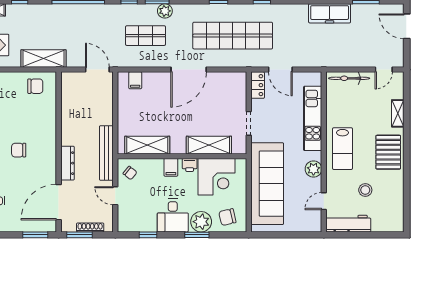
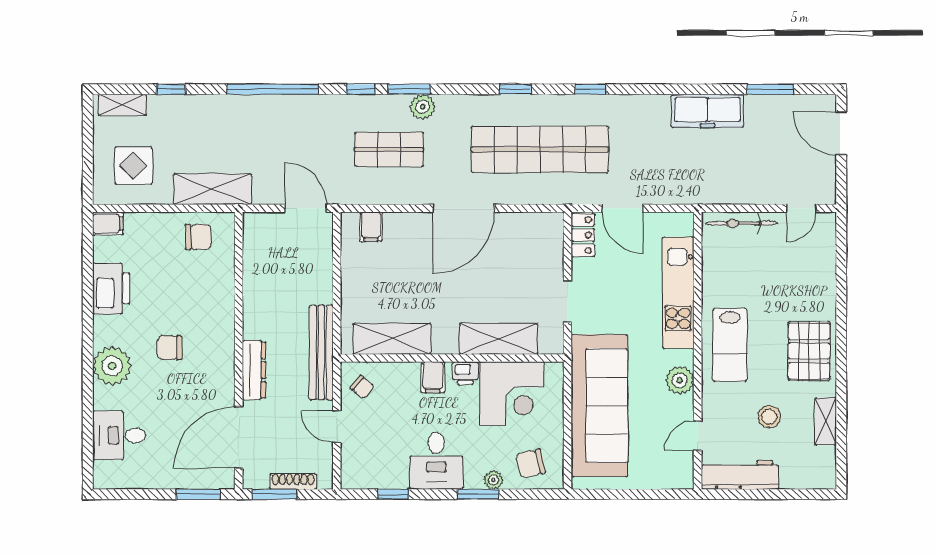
shelving: (398, 113) -> (826, 421), moved
plant: (201, 222) -> (493, 480), width x0.53, depth x0.53

